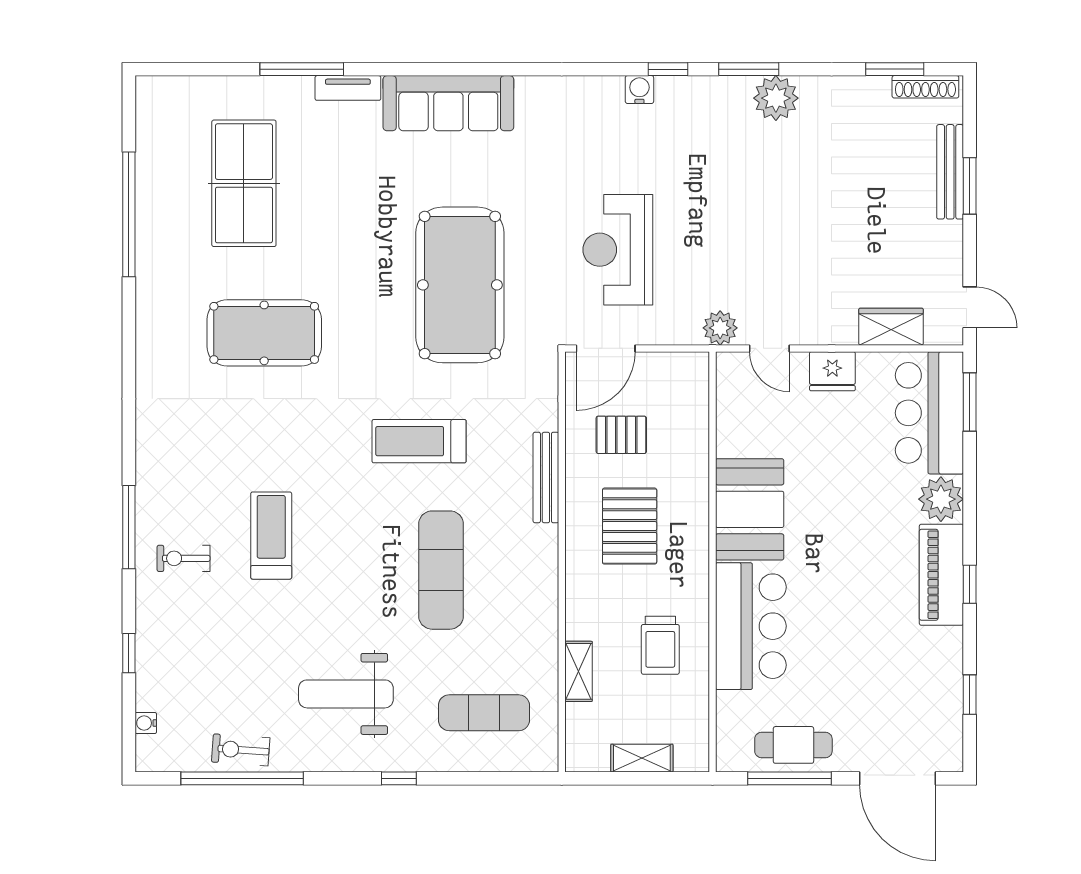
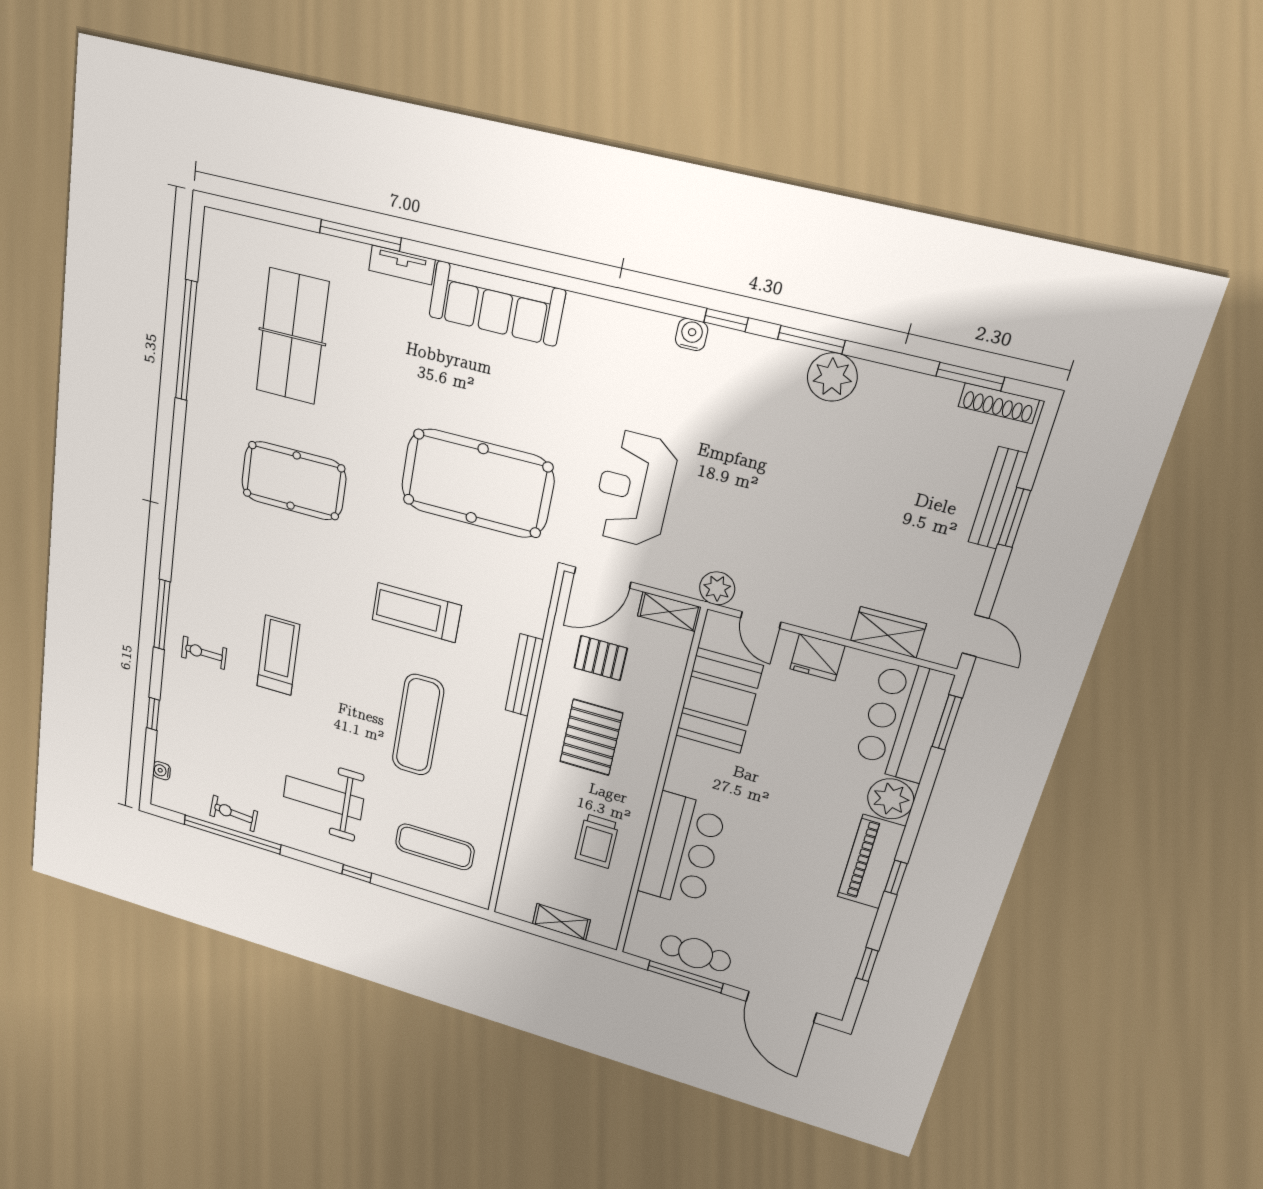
pool table: (460, 285) -> (477, 483), turned 90
booth: (750, 509) -> (719, 701), moved
shelving: (579, 671) -> (669, 612), moved, turned 90

